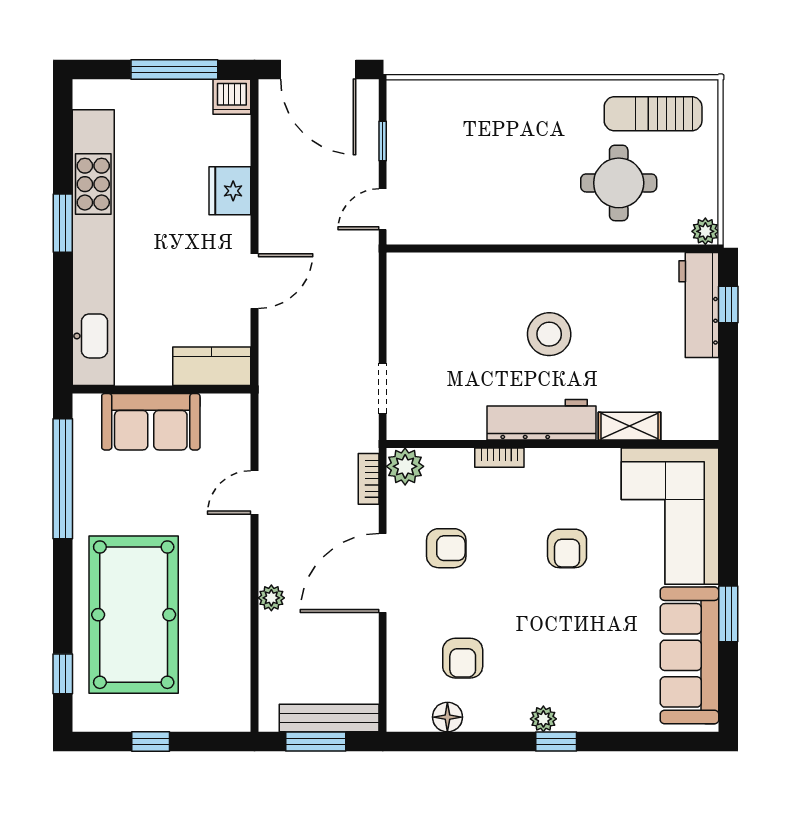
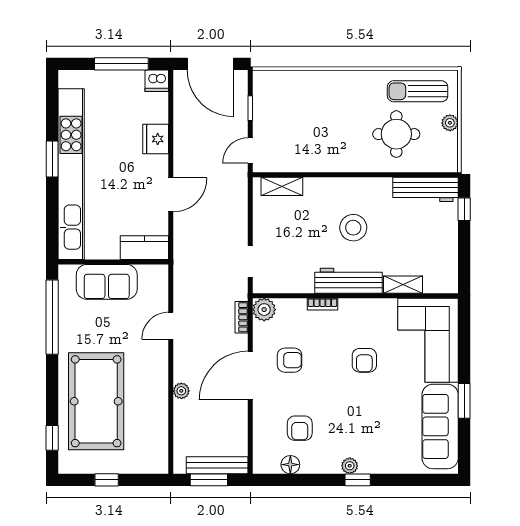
plant: (705, 231) -> (450, 123), moved
shelving: (434, 267) -> (282, 186), added
workbench: (699, 305) -> (426, 189), moved, turned -90

